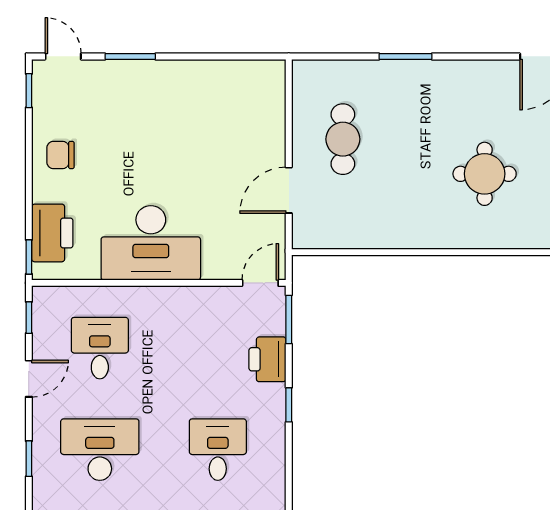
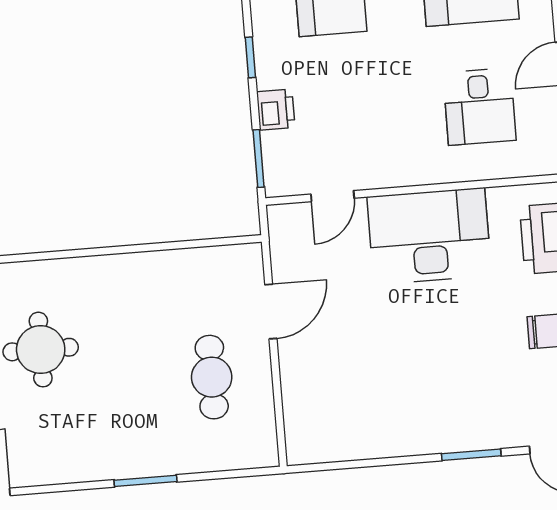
door: (260, 283) -> (332, 196), moved
printer: (267, 359) -> (276, 110), width x0.73, depth x0.81

